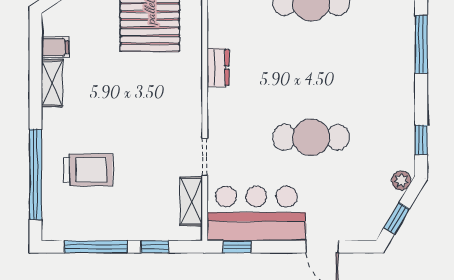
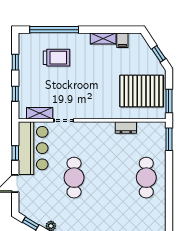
dresser: (218, 67) -> (126, 128), moved
trolley: (88, 170) -> (56, 58), turned -90
window: (96, 247) -> (15, 62), width x0.46
window: (237, 247) -> (15, 153), moved

